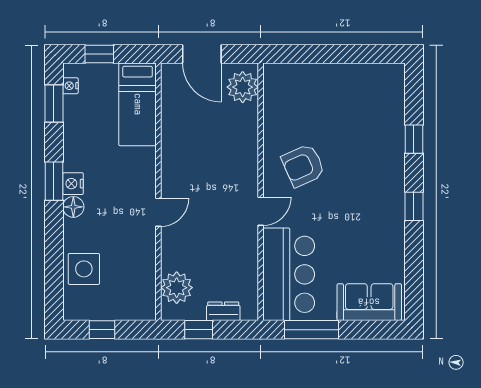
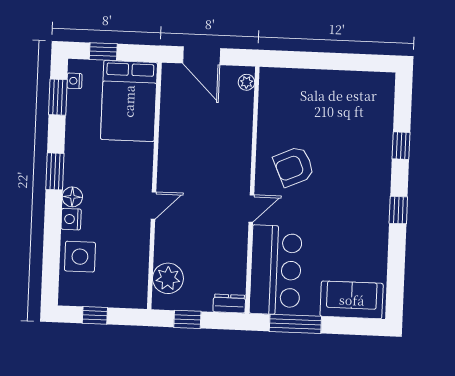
plant: (243, 87) -> (246, 82), width x0.53, depth x0.53
bed: (138, 104) -> (129, 101), width x1.50
nightstand: (73, 184) -> (71, 219), moved
dresser: (223, 311) -> (229, 304), moved

